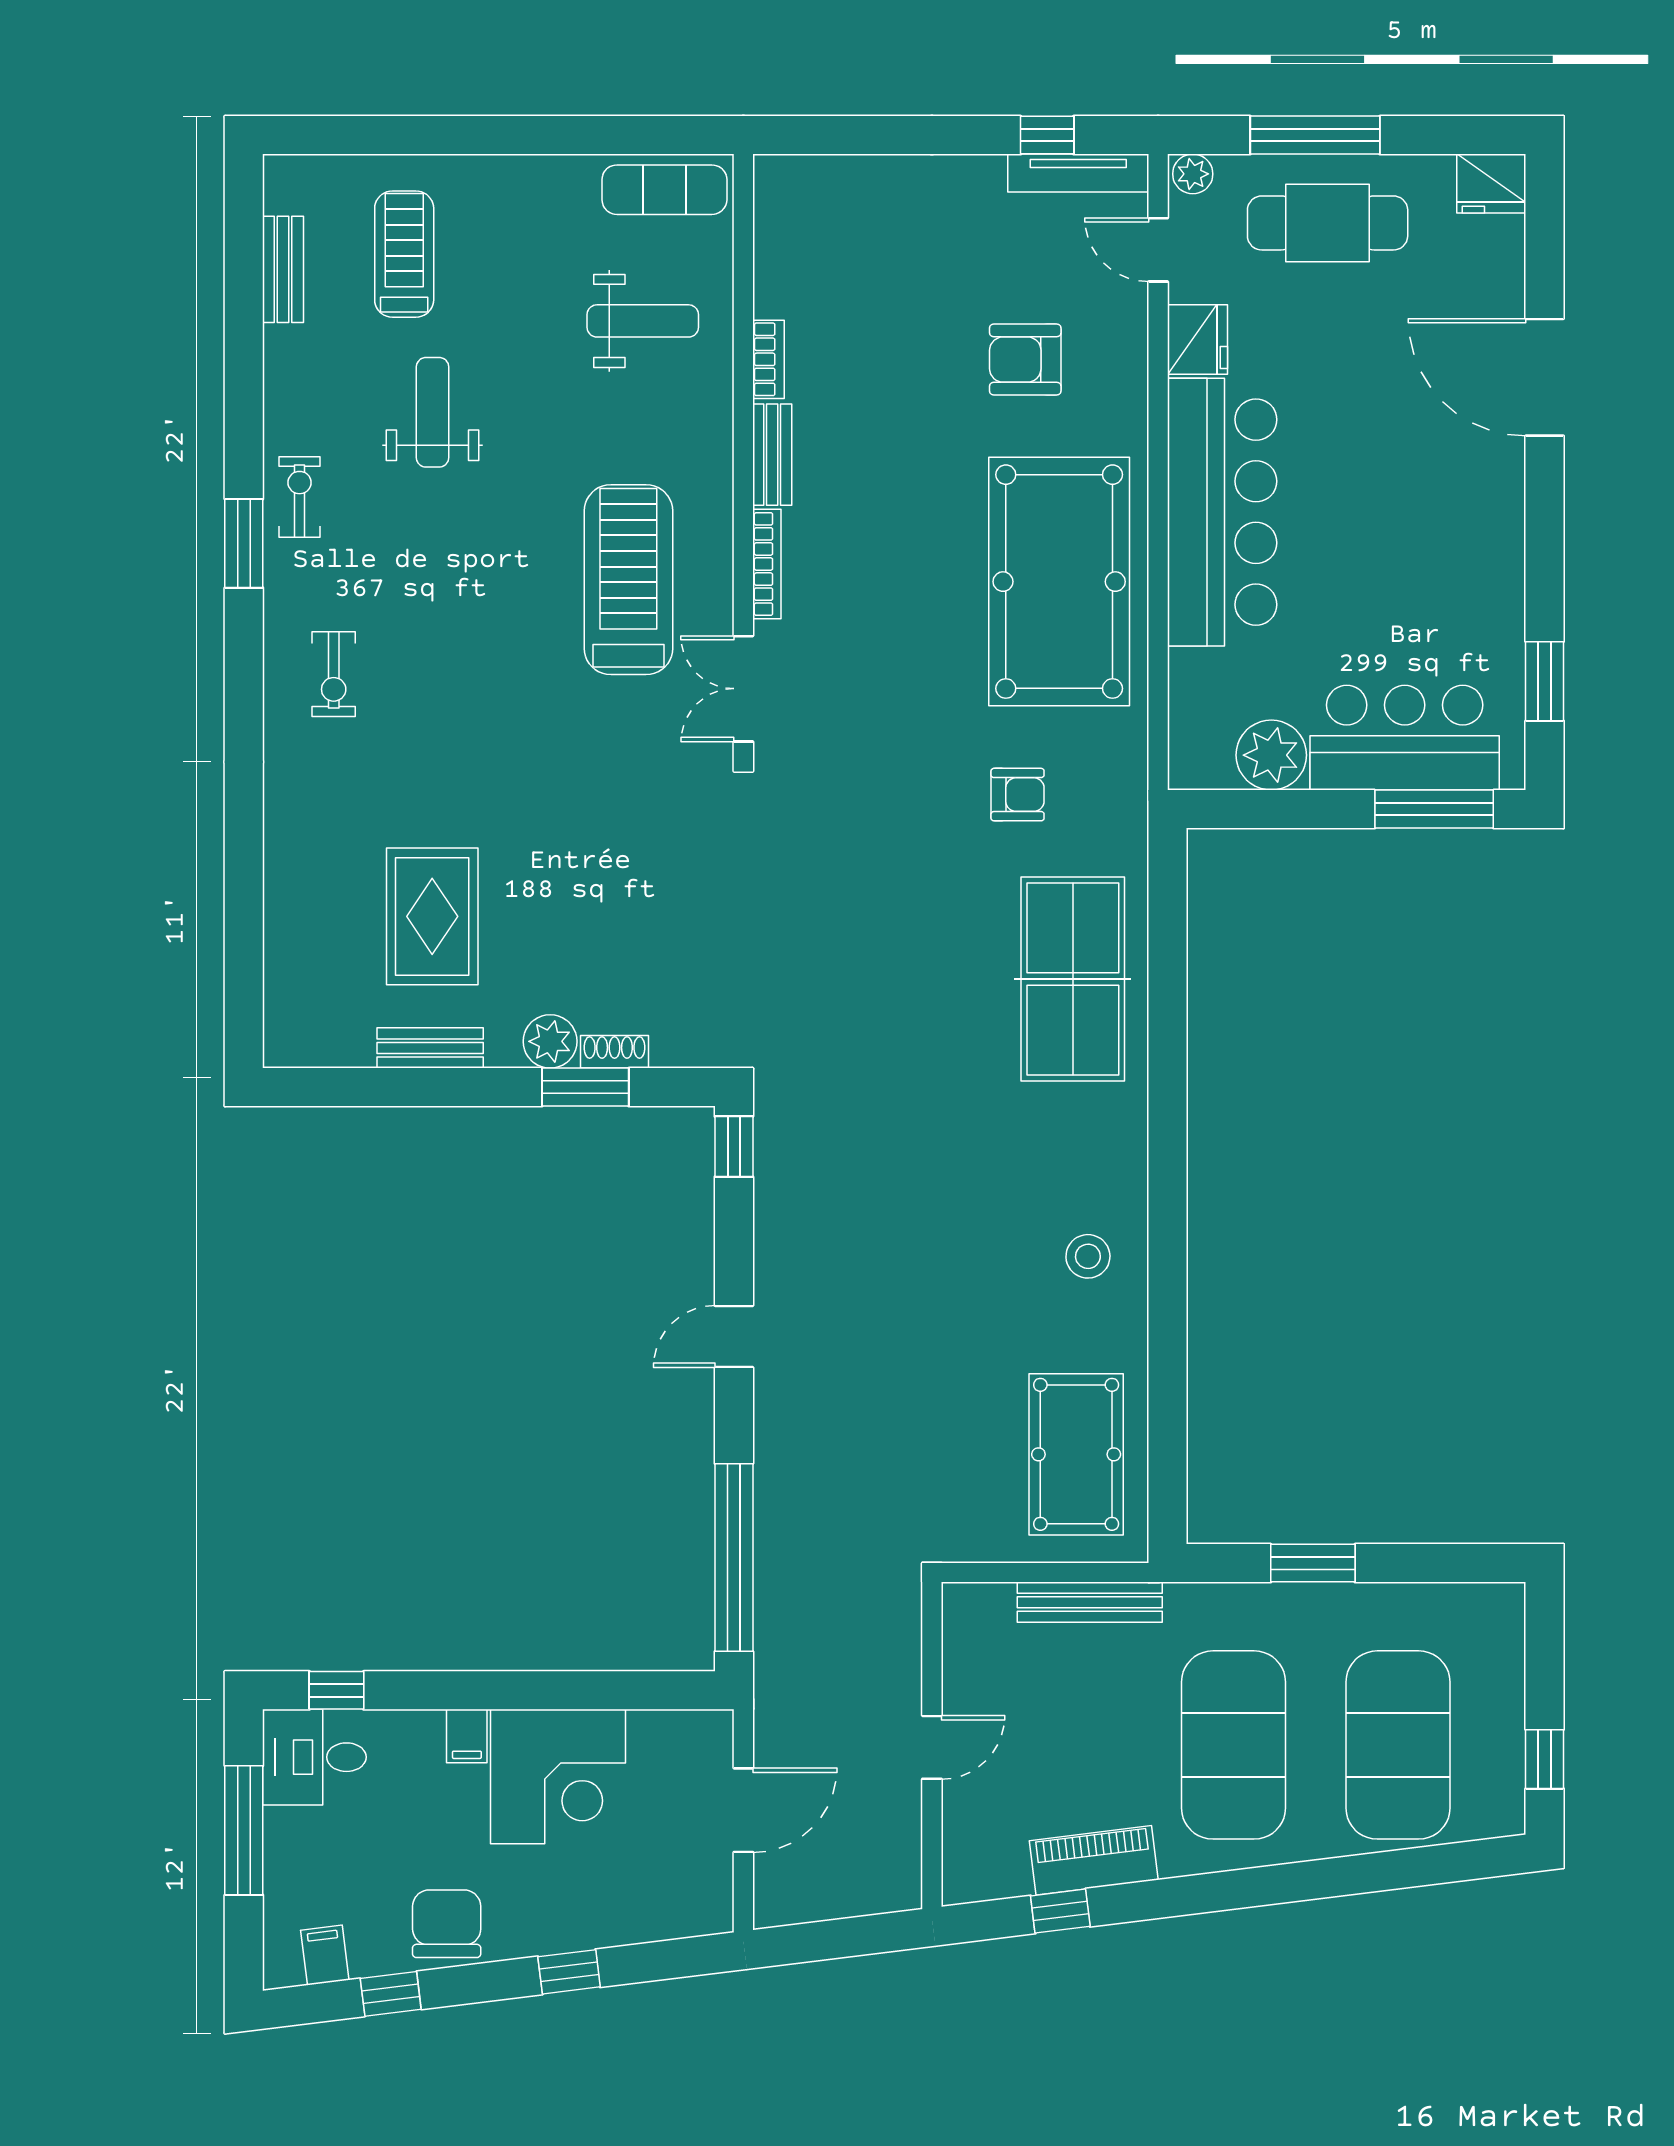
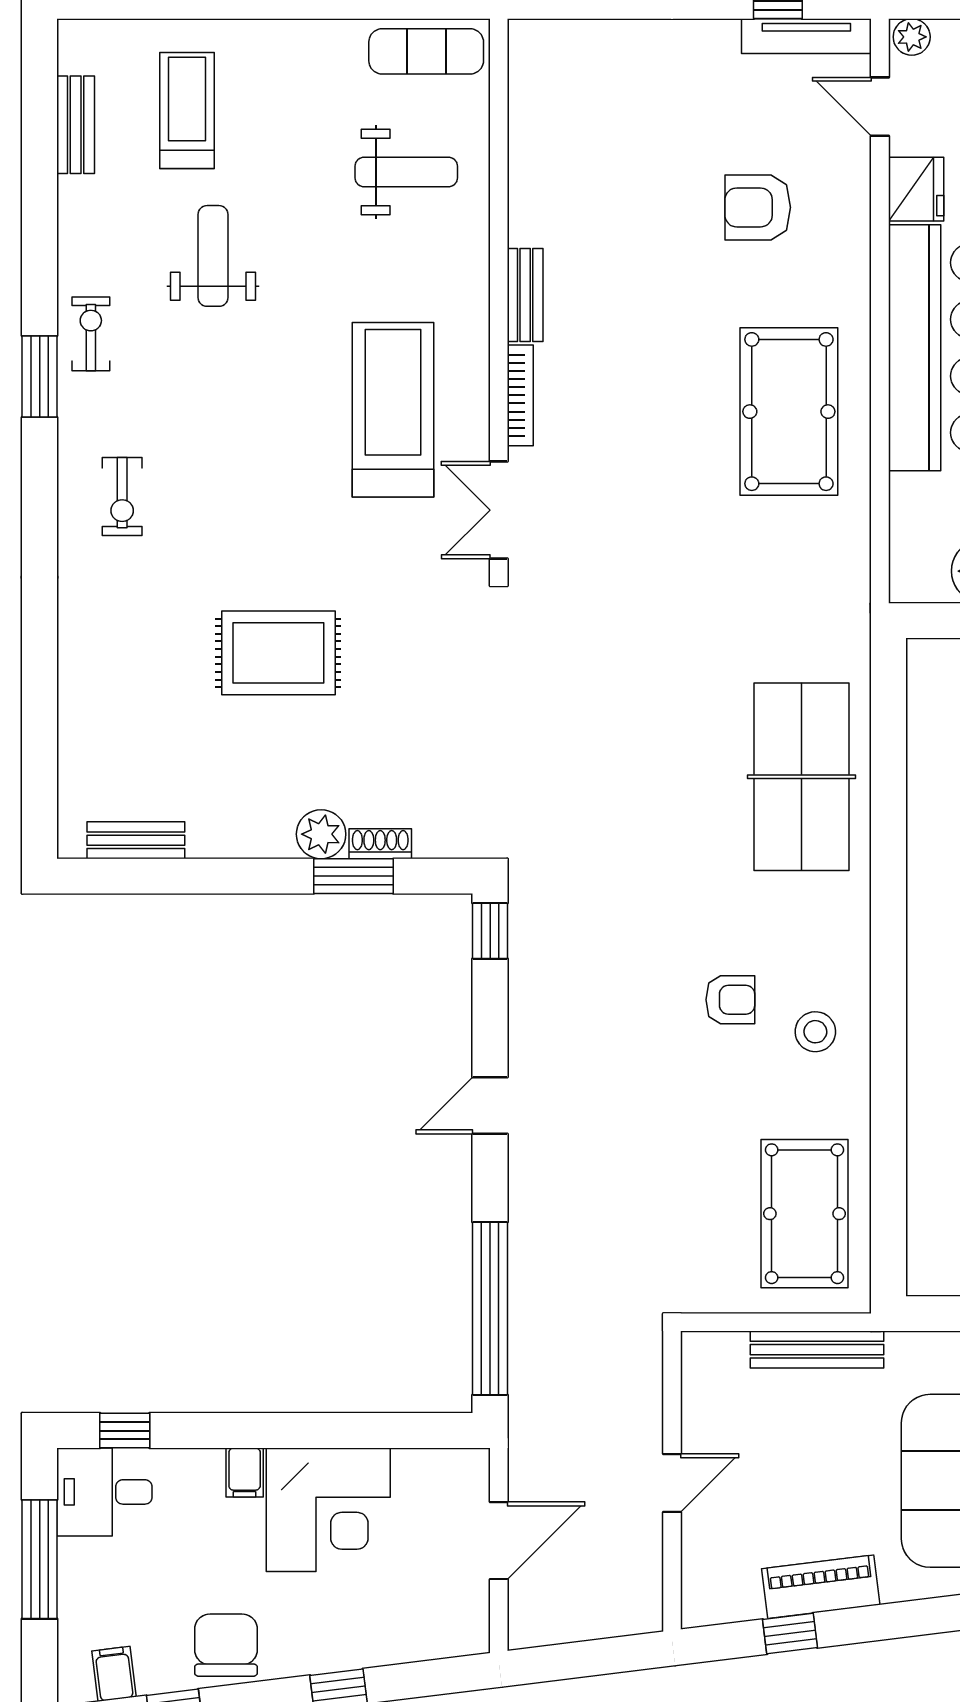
bookcase: (768, 359) -> (522, 207), removed
pool table: (1059, 582) -> (789, 412), width x0.73, depth x0.76
armchair: (1018, 795) -> (730, 1000), moved
rug: (432, 916) -> (278, 653), moved, turned 90
bench: (430, 1048) -> (136, 840), moved

